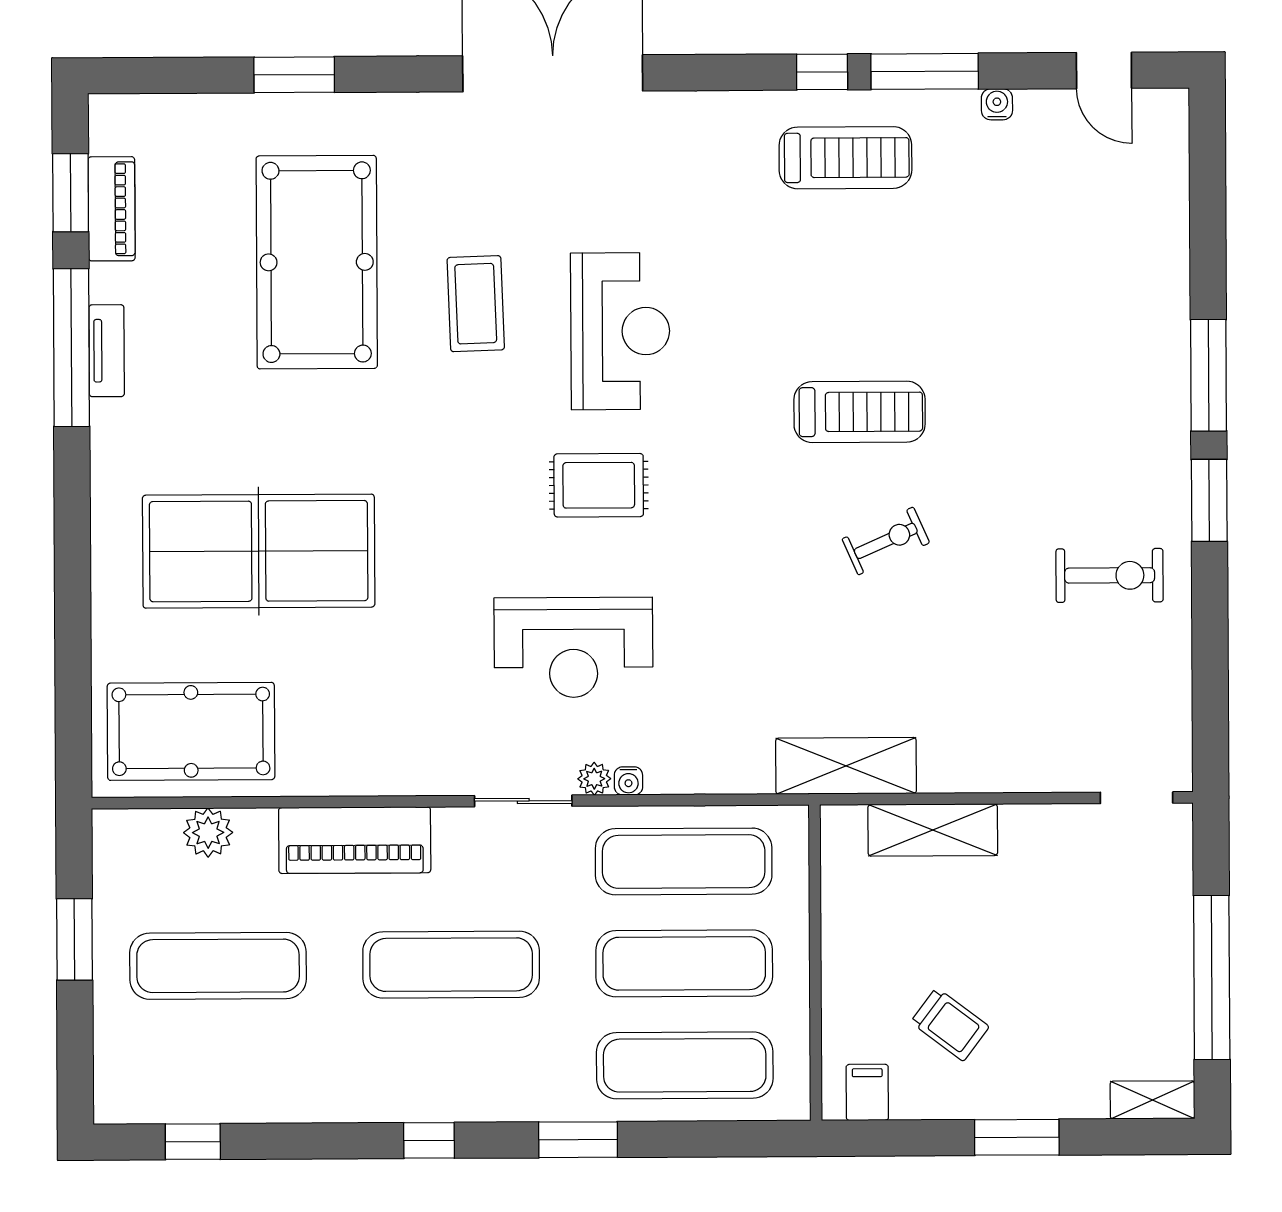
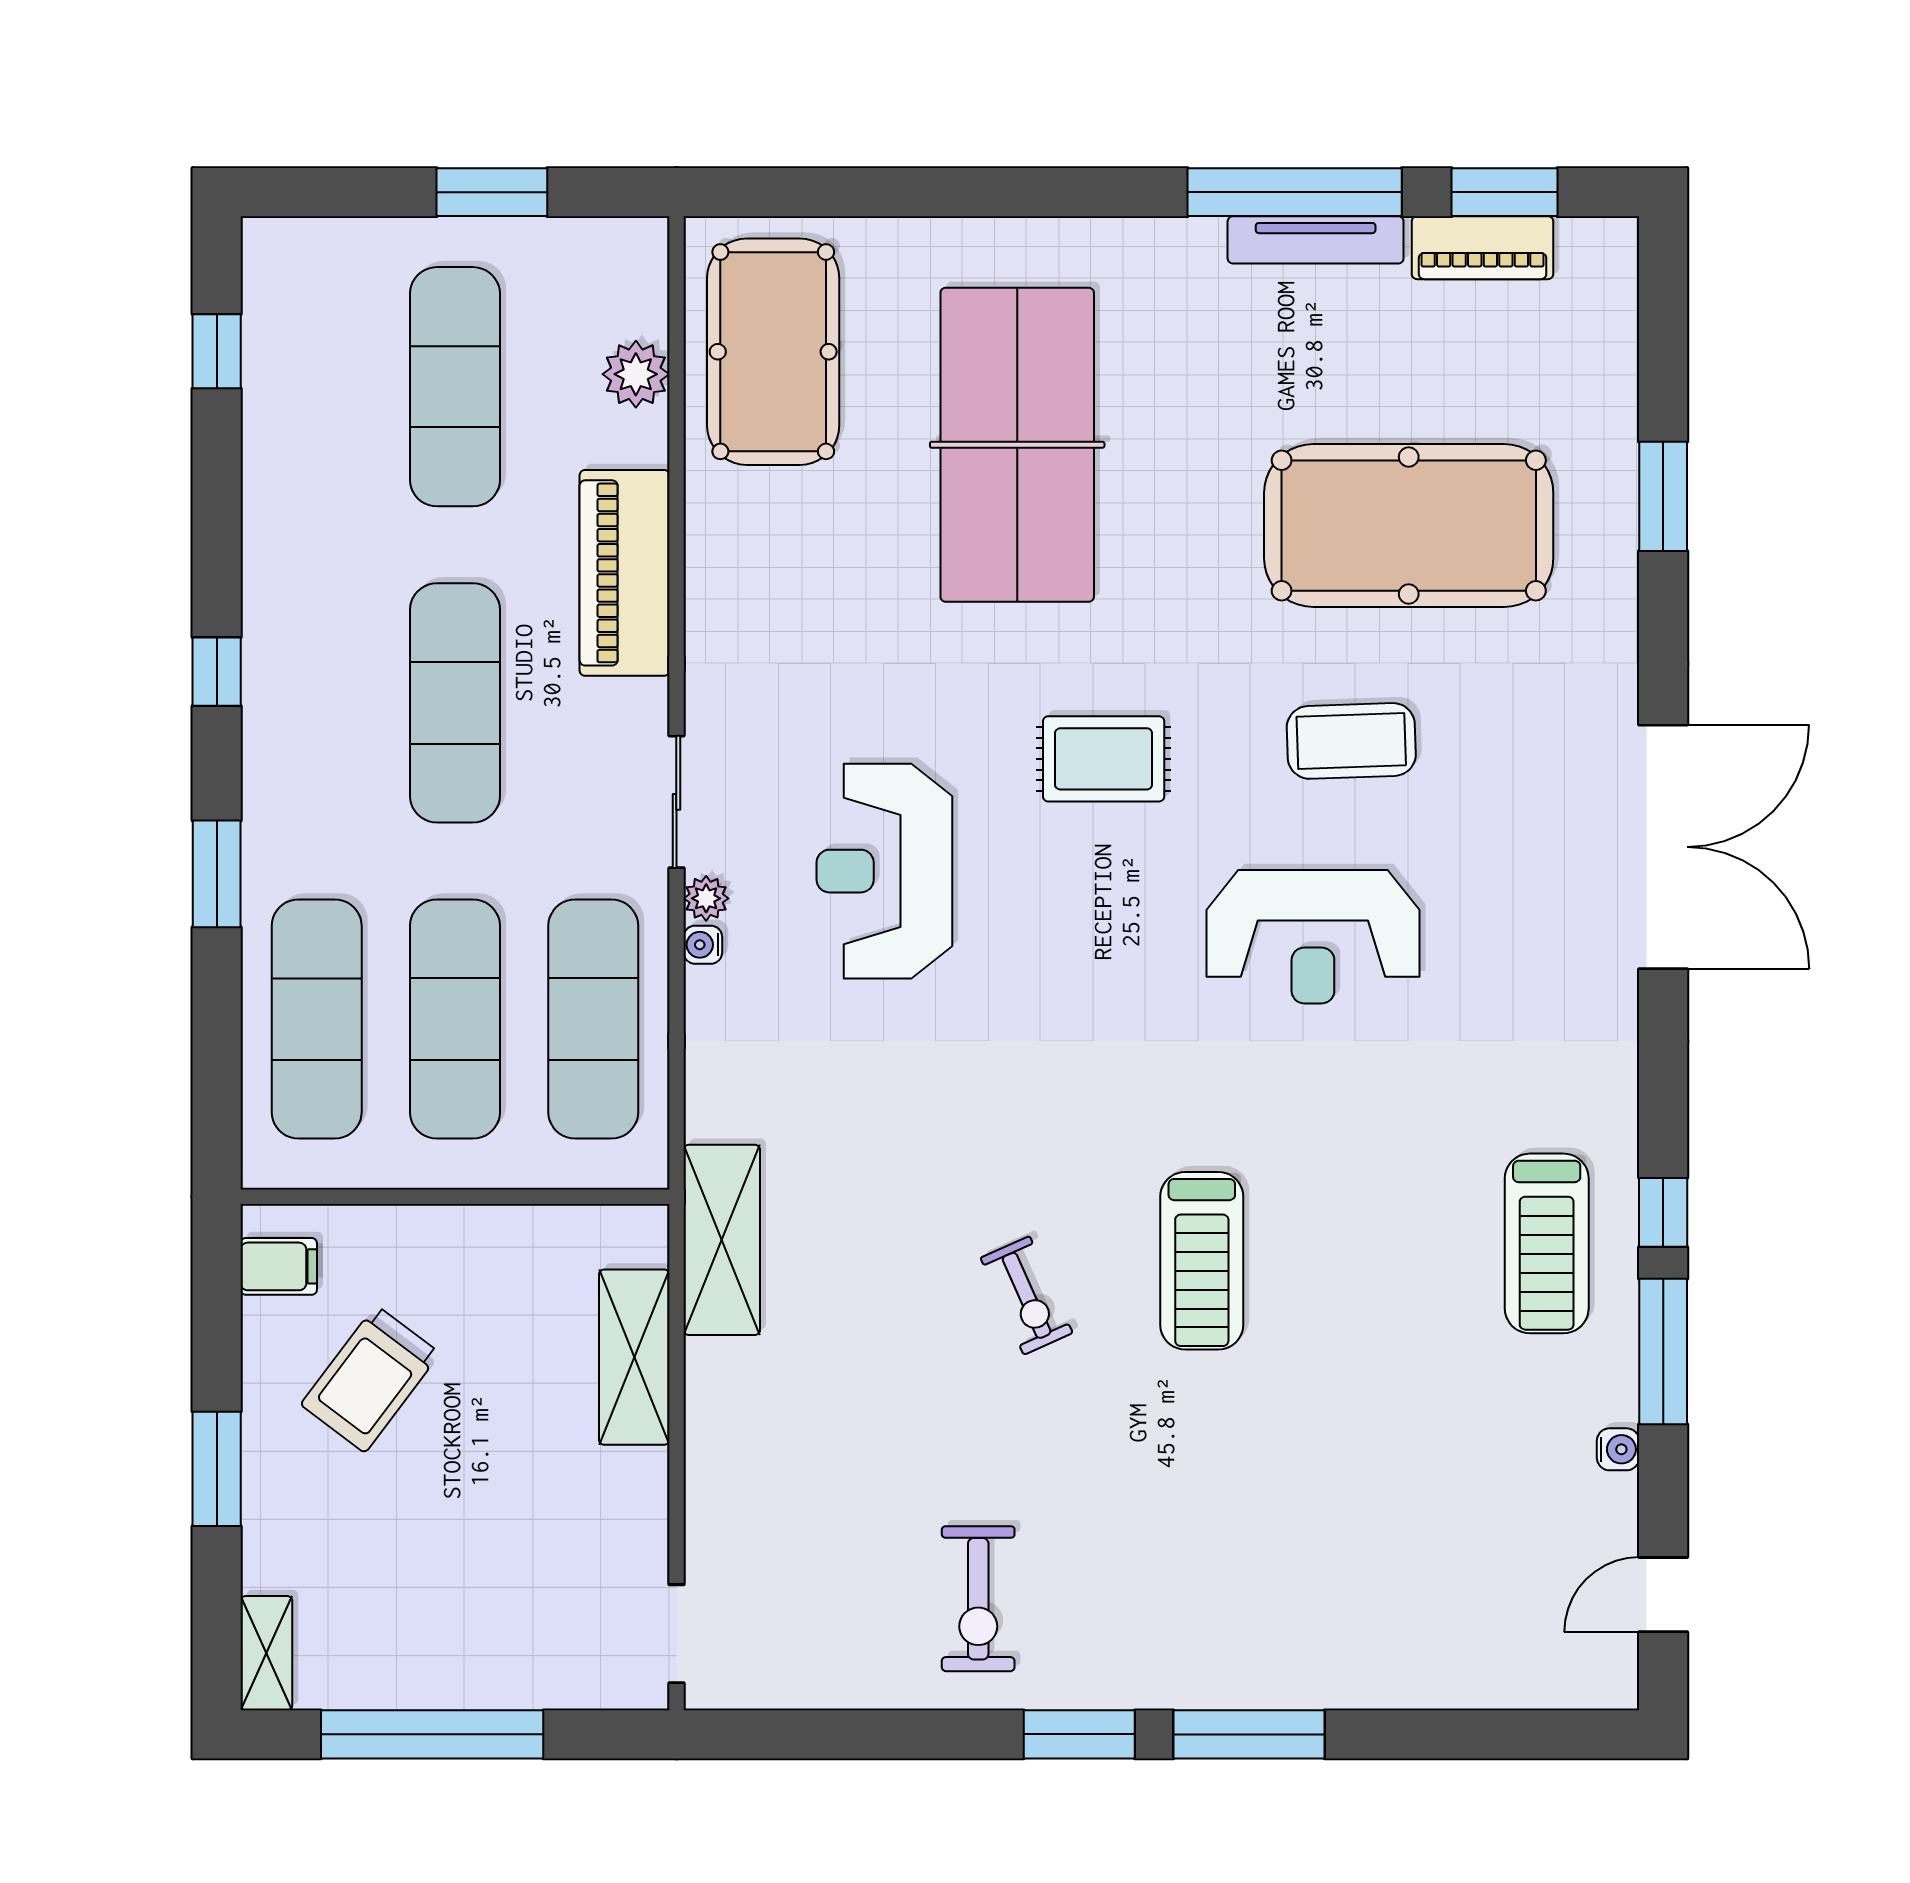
tv unit: (107, 351) -> (1316, 240), width x1.41
rug: (599, 485) -> (1104, 759), moved, turned 90
trolley: (950, 1024) -> (370, 1379), width x1.36, depth x1.39

